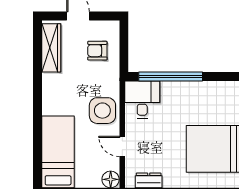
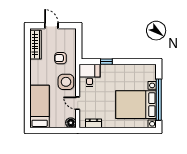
armchair: (97, 51) -> (61, 58), moved
window: (171, 76) -> (106, 62), width x0.32

